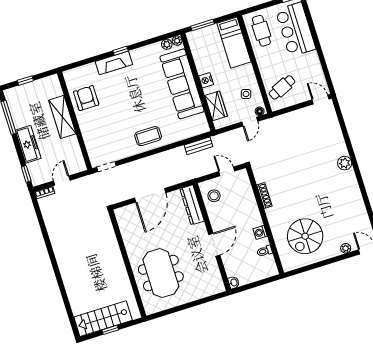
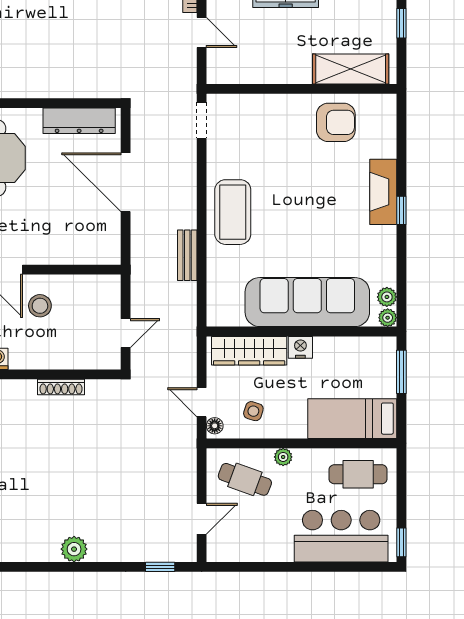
plant: (265, 72) -> (283, 457), added
cafe table: (282, 87) -> (245, 479), turned -46
door: (321, 99) -> (202, 519), moved
wardrobe: (216, 106) -> (249, 351), width x1.50
shelving: (62, 117) -> (351, 69), moved
window: (340, 117) -> (160, 567), added
coffee table: (148, 136) -> (233, 212), width x1.36, depth x1.32
bench: (198, 146) -> (187, 255), moved
stool: (214, 196) -> (40, 306), moved
dresser: (192, 205) -> (79, 121), moved, turned 180

